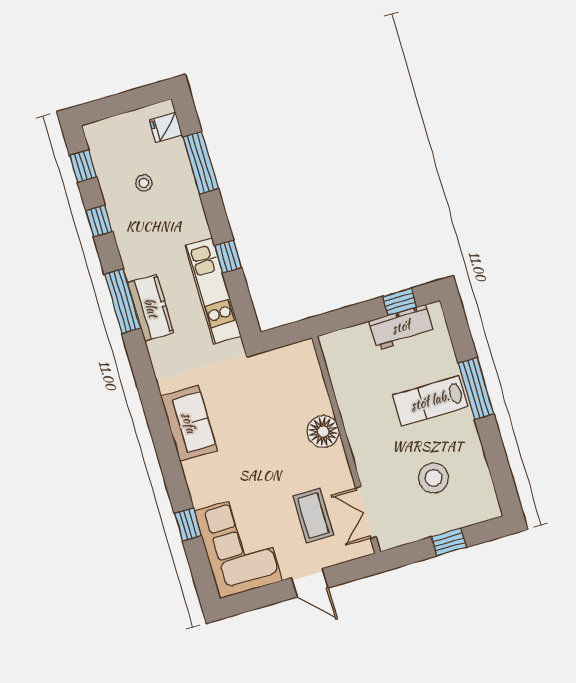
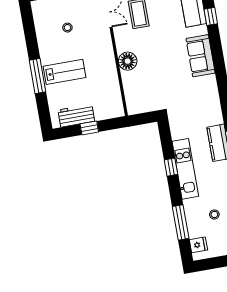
kitchen unit: (213, 291) -> (185, 169), moved
window: (400, 302) -> (89, 128), moved
sofa: (189, 423) -> (201, 56), moved
stool: (433, 478) -> (67, 28), width x0.53, depth x0.53

